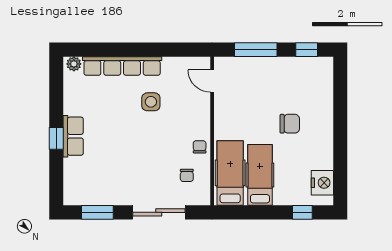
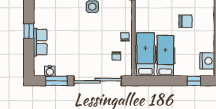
row of seats: (73, 136) -> (40, 42), moved
water cooler: (88, 198) -> (50, 71), added
sliding door: (159, 212) -> (98, 81), width x1.36

